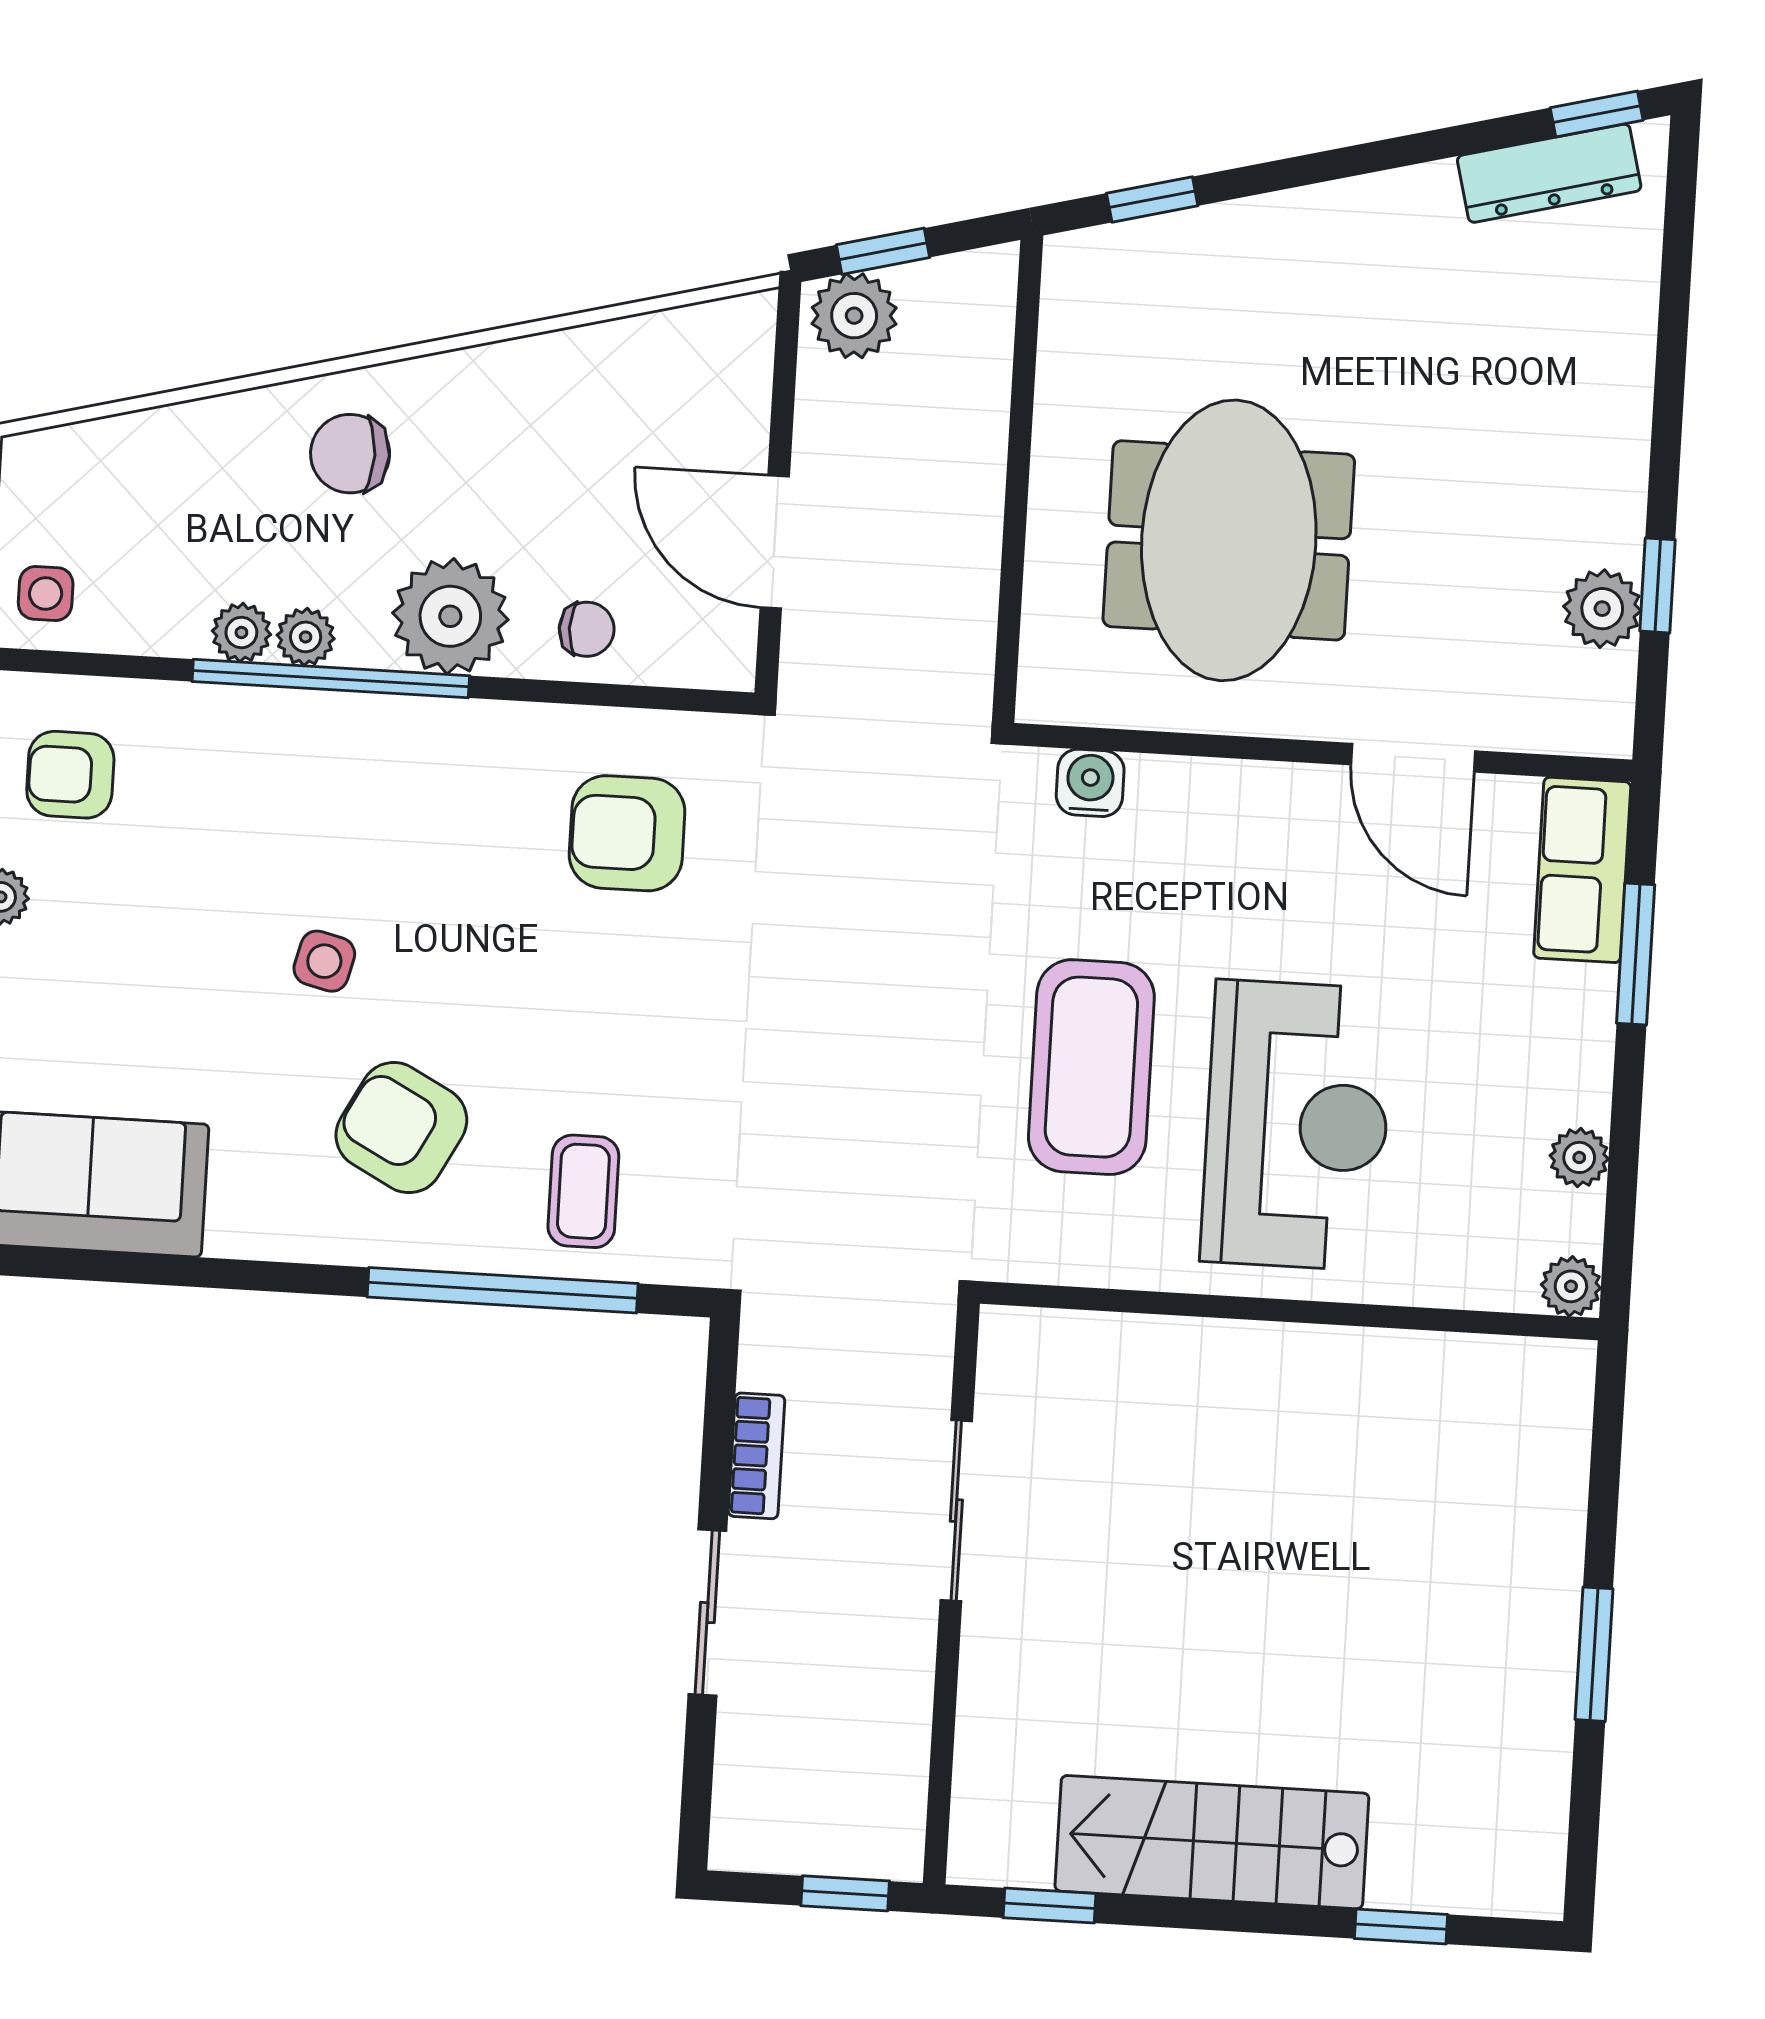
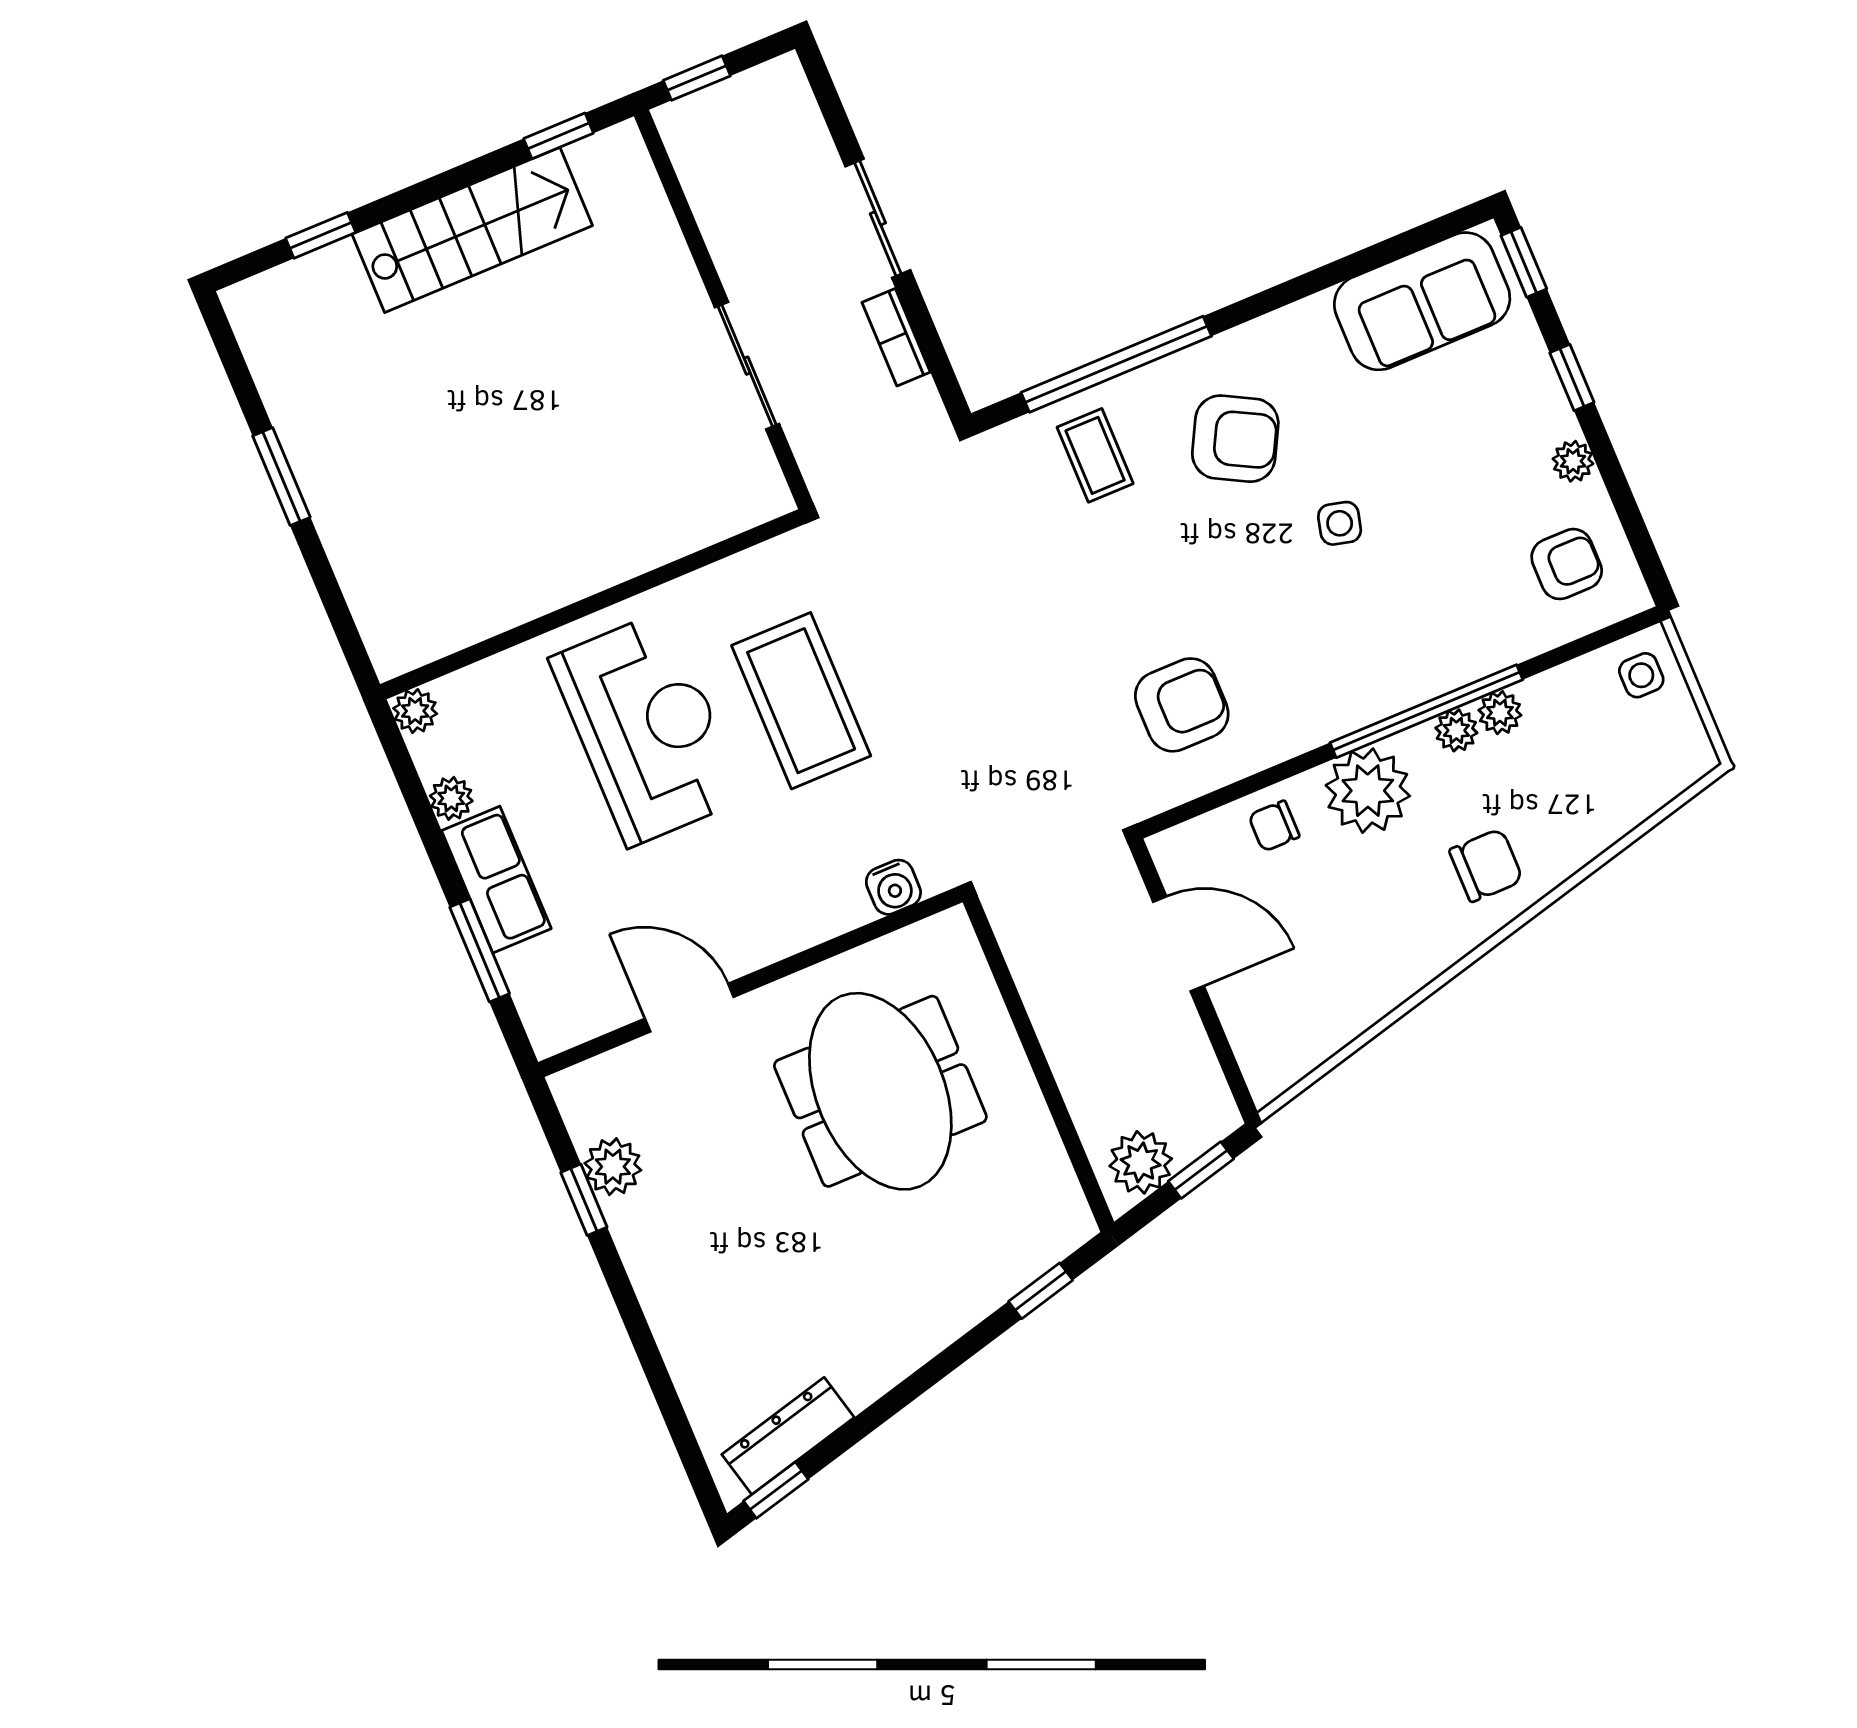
plant: (854, 316) -> (1141, 1162), moved
row of seats: (1582, 870) -> (496, 880), moved
reception desk: (1297, 1125) -> (647, 729), turned 180

